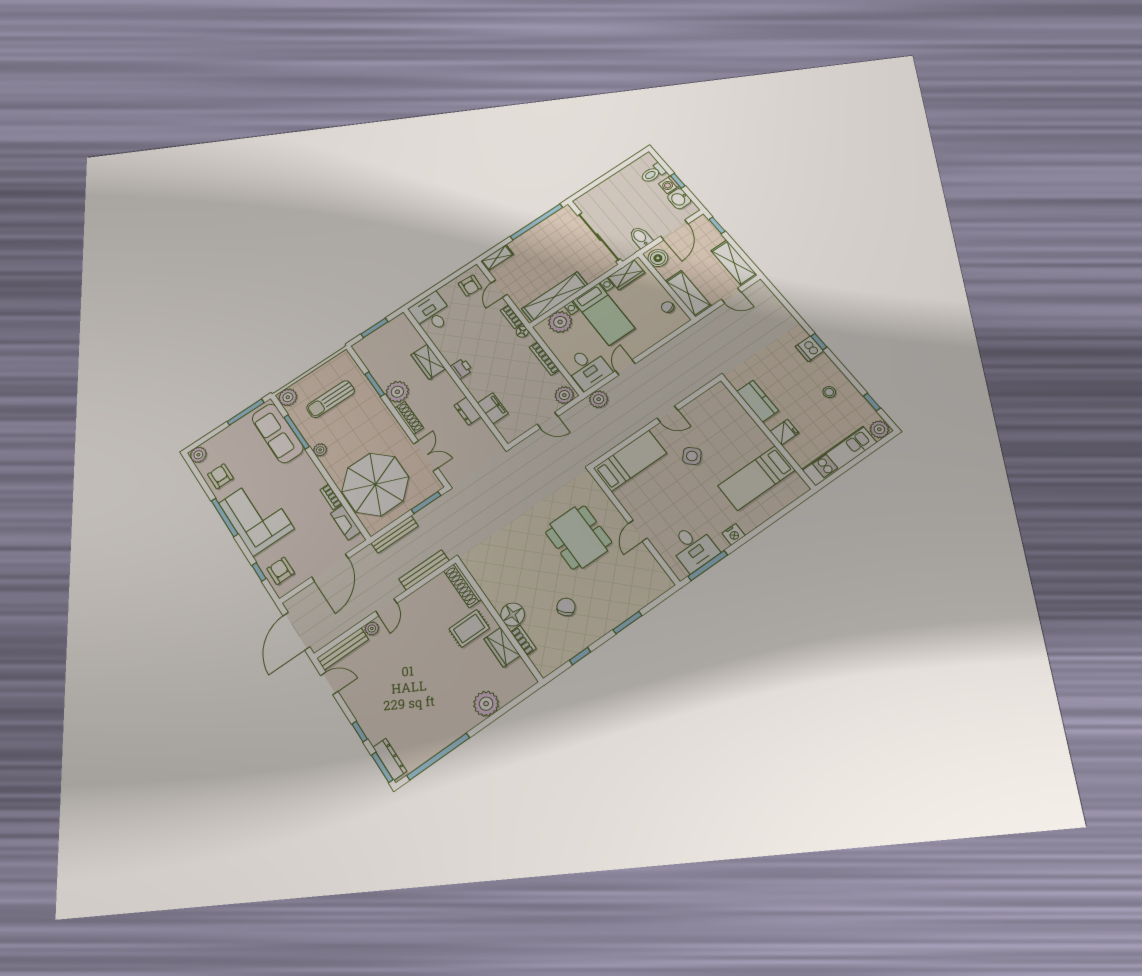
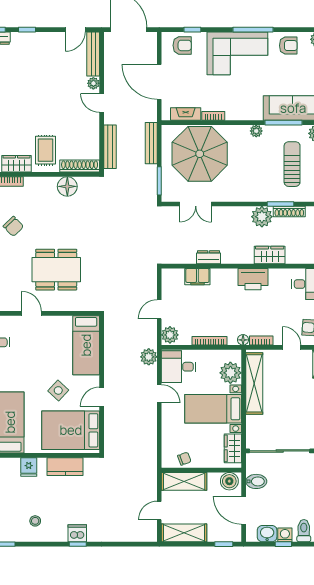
printer: (462, 369) -> (253, 279), width x1.87, depth x1.48
shoe rack: (409, 418) -> (289, 212), moved
bed: (720, 419) -> (71, 430), added
floor lamp: (513, 614) -> (67, 186), moved

